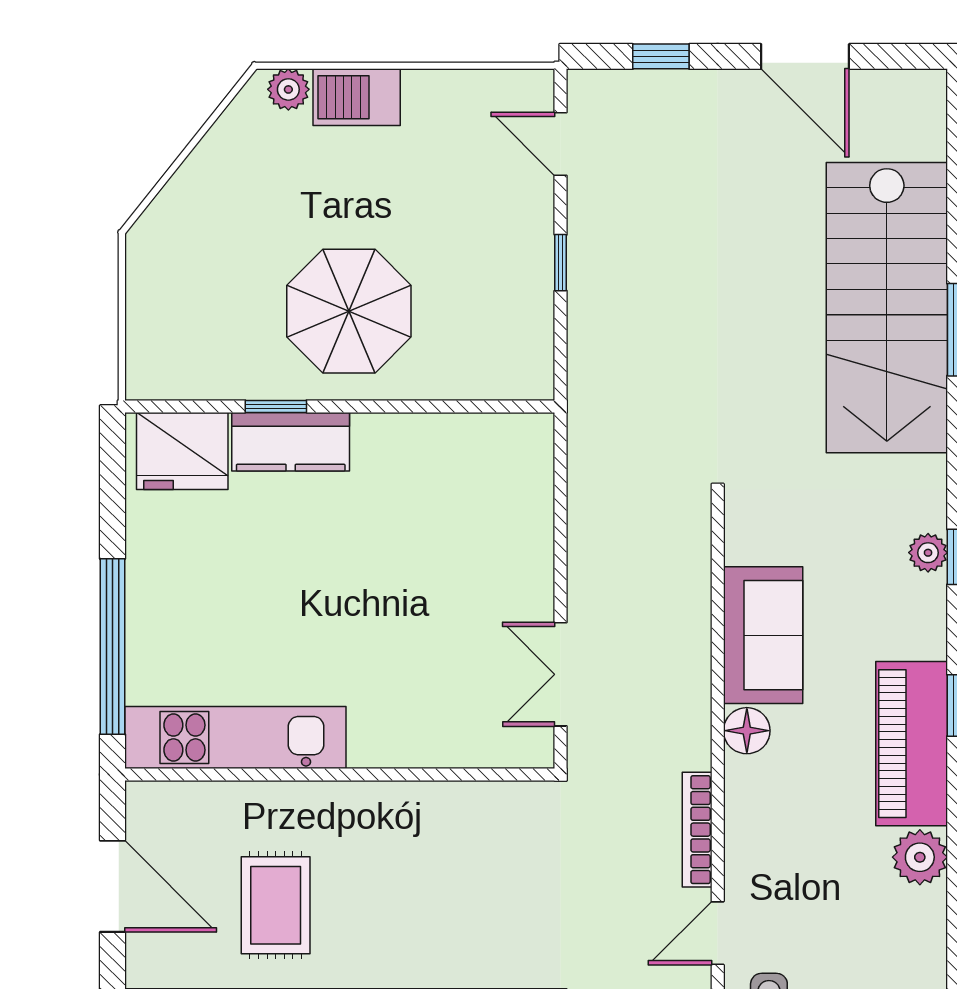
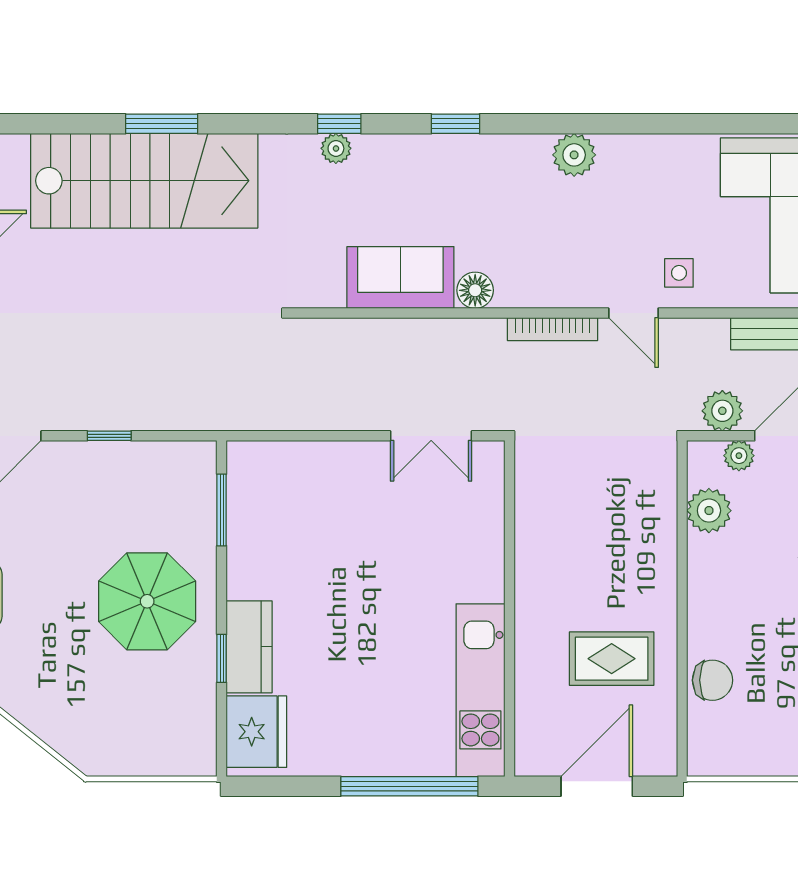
window: (466, 406) -> (222, 510), added
piano: (912, 744) -> (485, 161), removed

